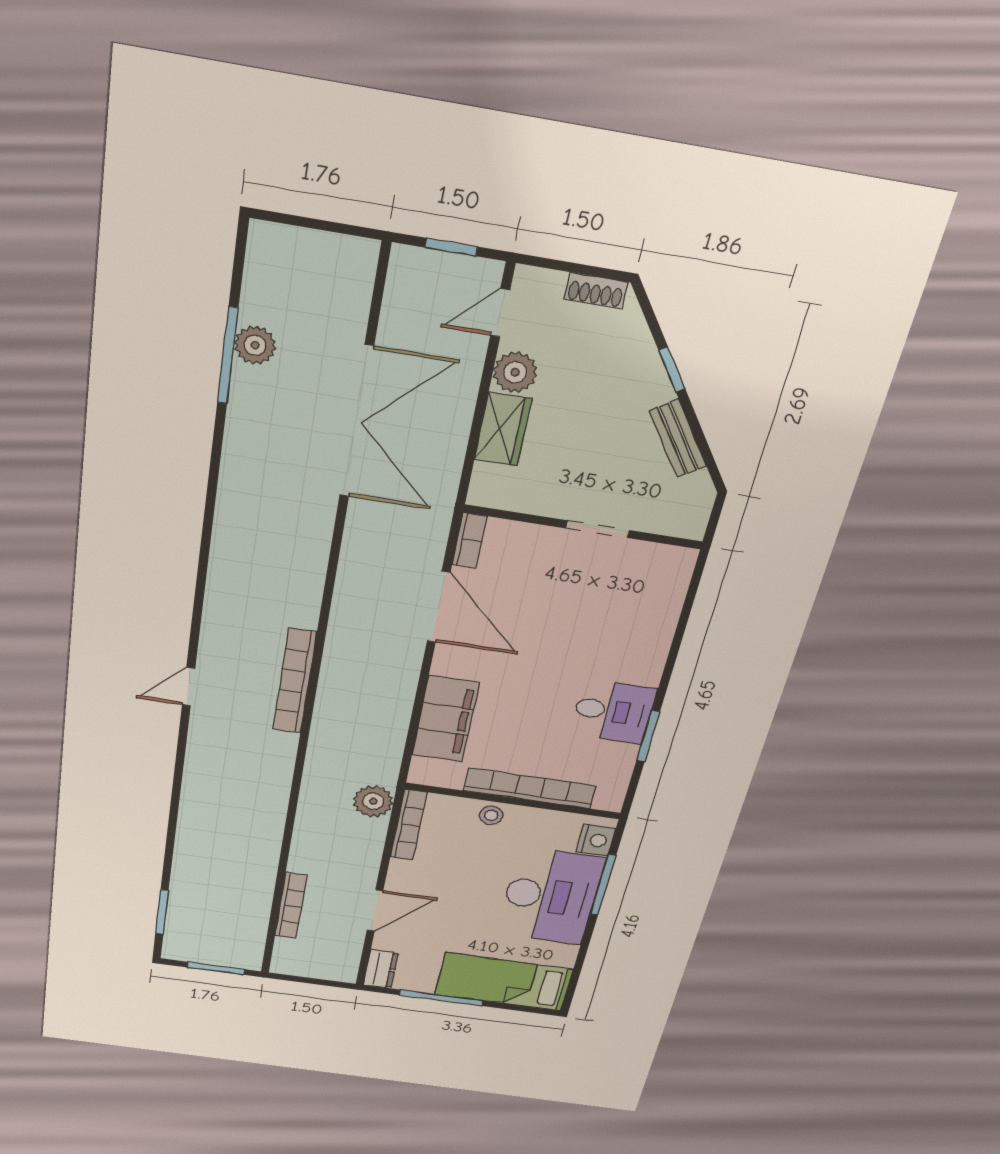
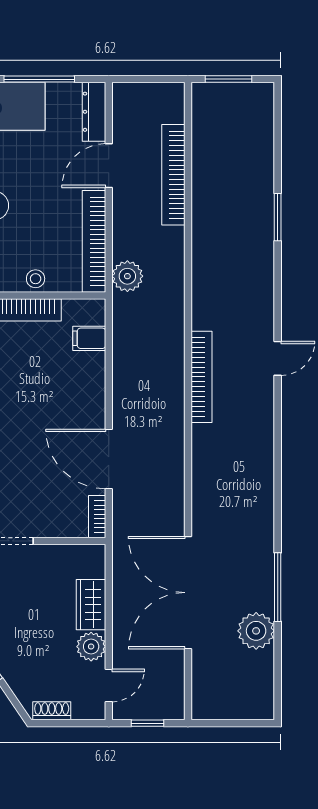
plant: (255, 345) -> (256, 631), width x1.36, depth x1.36
window: (228, 356) -> (278, 587), moved
filing cabinet: (445, 719) -> (89, 338), width x0.33, depth x0.86
bookcase: (409, 825) -> (94, 241), width x1.48, depth x1.31
bookcase: (291, 906) -> (173, 175), width x1.48, depth x1.31
window: (162, 912) -> (278, 217), moved
dresser: (381, 969) -> (94, 112), width x1.44

